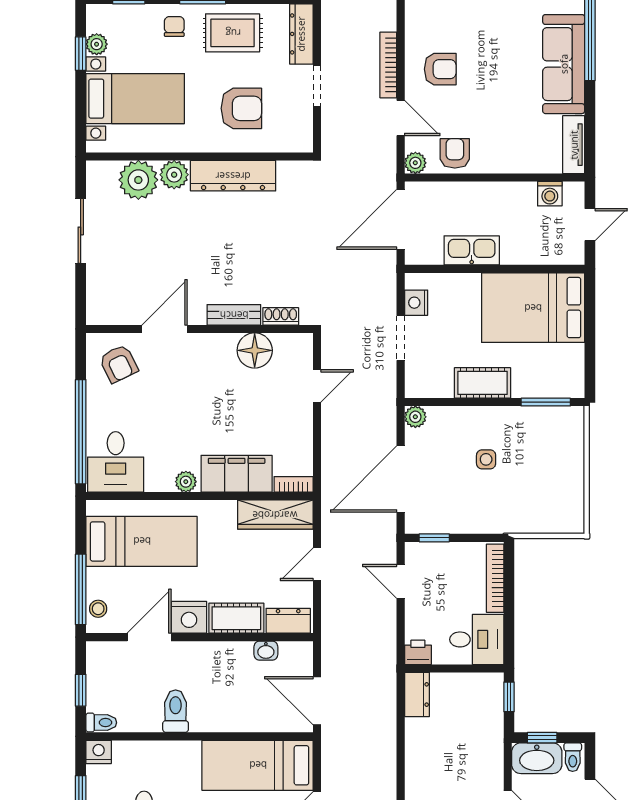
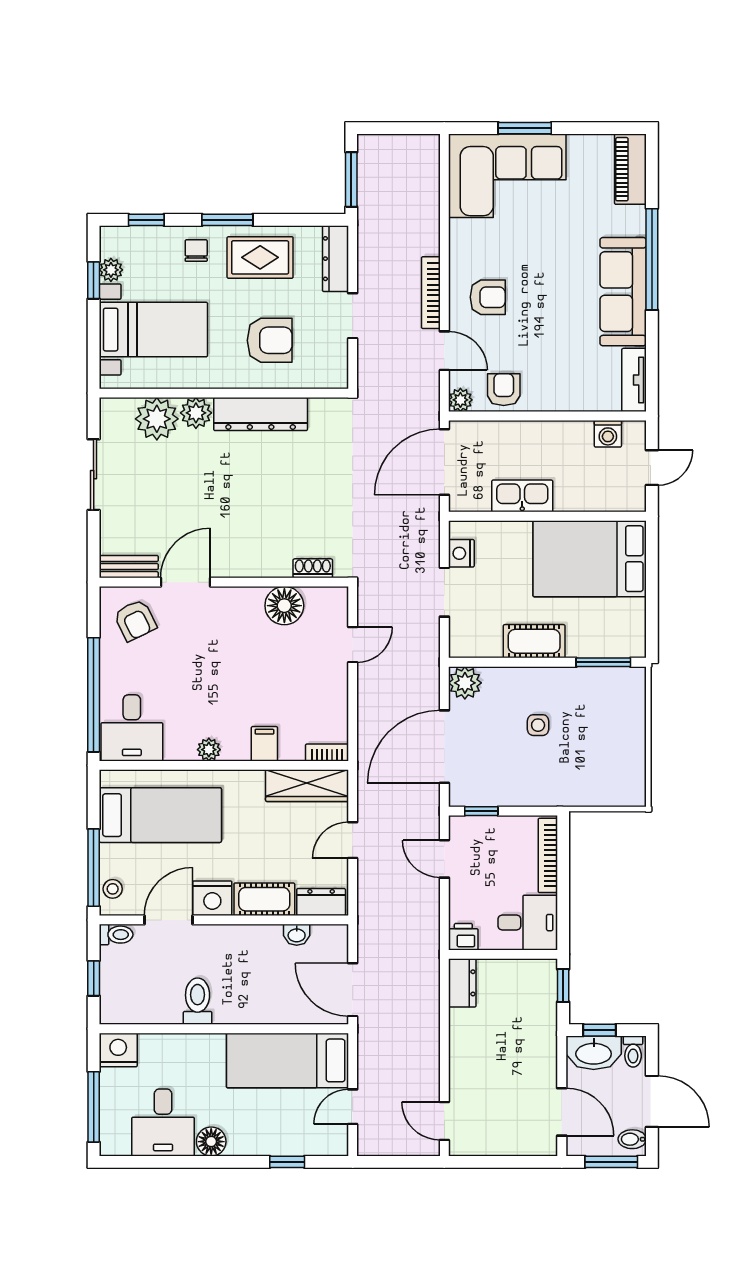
bench: (234, 315) -> (129, 567), moved
plant: (415, 417) -> (465, 683), width x1.38, depth x1.38
filing cabinet: (237, 474) -> (264, 744), width x0.33, depth x0.86
toilet: (101, 723) -> (116, 935), moved
nightstand: (99, 752) -> (118, 1050), width x1.36, depth x1.33

